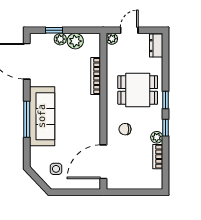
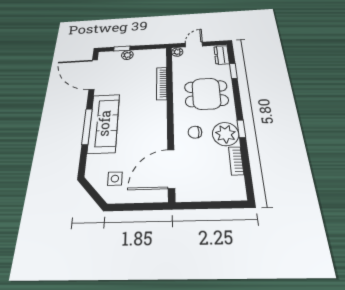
plant: (75, 41) -> (142, 56), removed
window: (166, 100) -> (233, 71), moved
plant: (157, 137) -> (226, 134), width x1.88, depth x1.88

